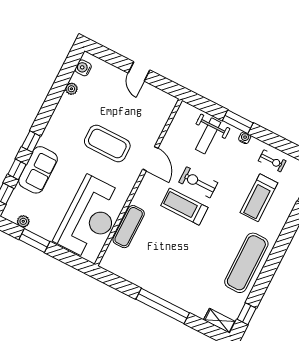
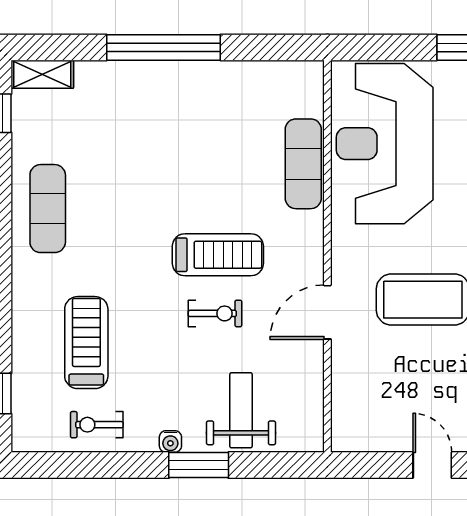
door: (150, 159) -> (327, 312), hinge flipped
exercise bike: (198, 182) -> (215, 313), width x0.73, depth x0.72
exercise mat: (246, 263) -> (48, 209), width x0.73, depth x0.69

